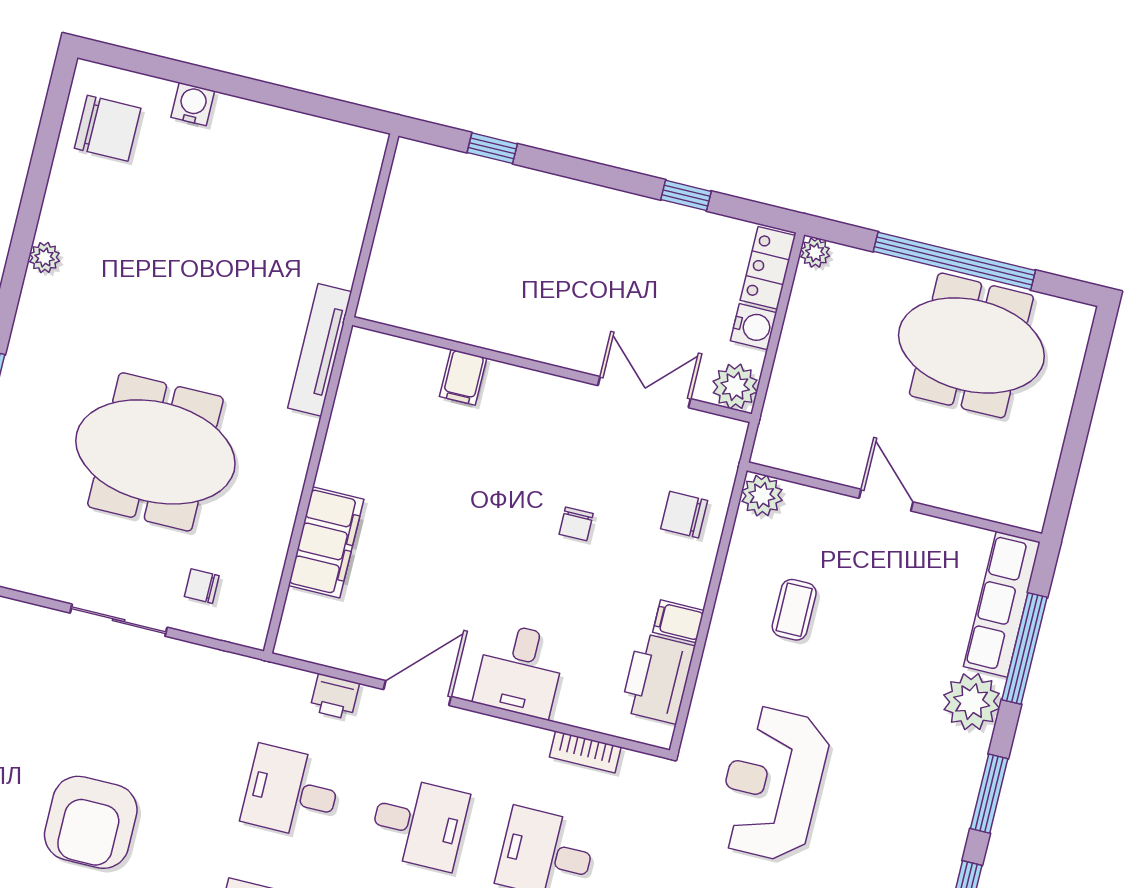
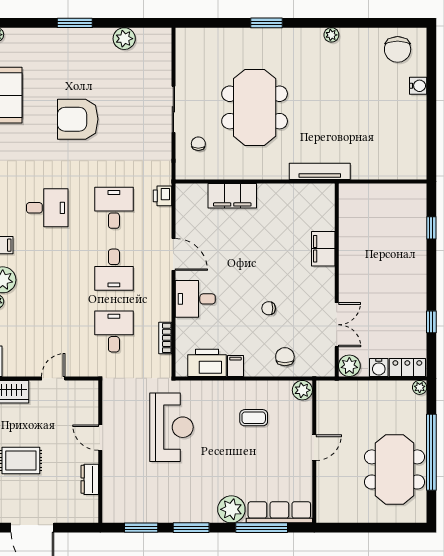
filing cabinet: (463, 377) -> (323, 249), width x2.00
printer: (335, 697) -> (163, 196), moved
reception desk: (772, 784) -> (171, 427), turned 90

